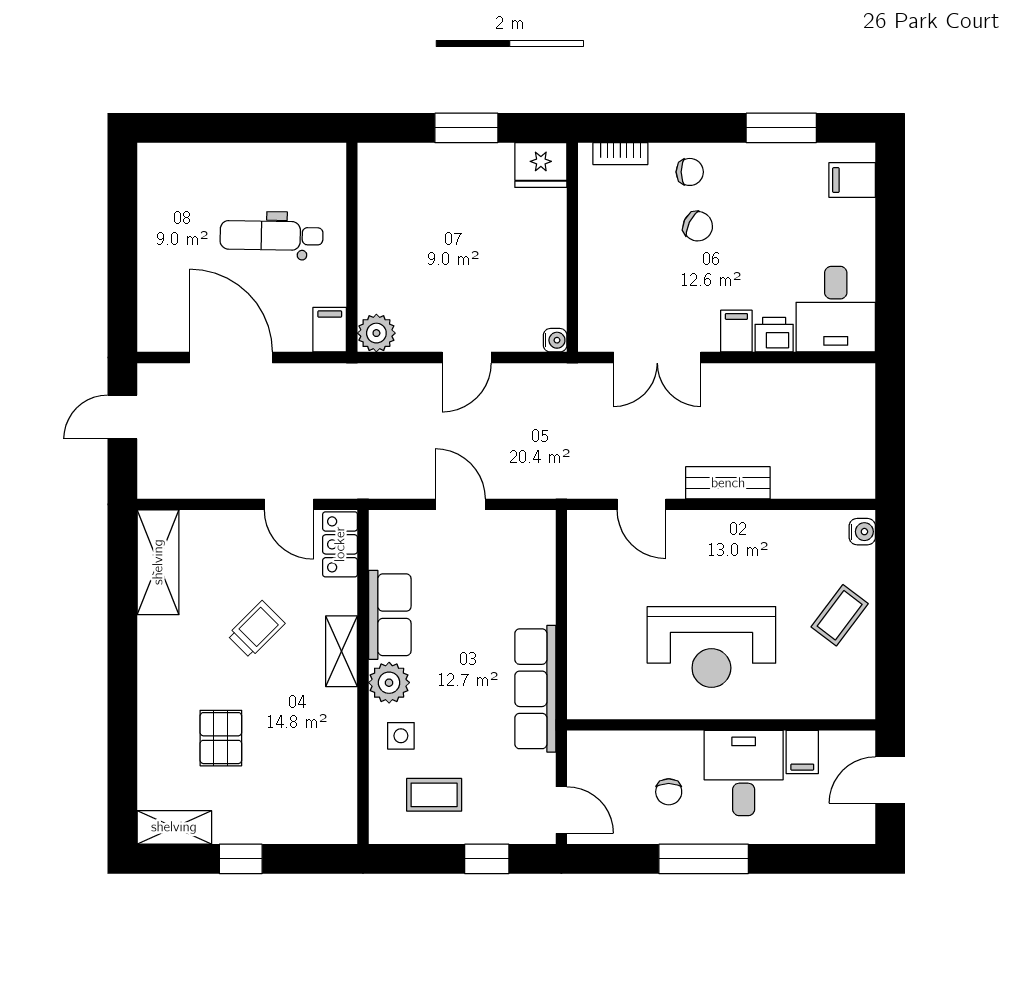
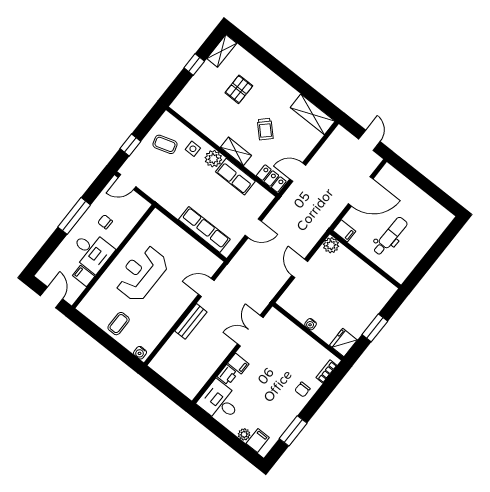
plant: (861, 215) -> (244, 434), added
chair: (698, 226) -> (283, 378), removed
water cooler: (555, 340) -> (311, 324), moved
coffee table: (840, 615) -> (119, 324), turned 53
row of seats: (535, 689) -> (204, 229), moved
pallet: (221, 738) -> (239, 89), turned 90
coffee table: (434, 795) -> (165, 144), turned 73

